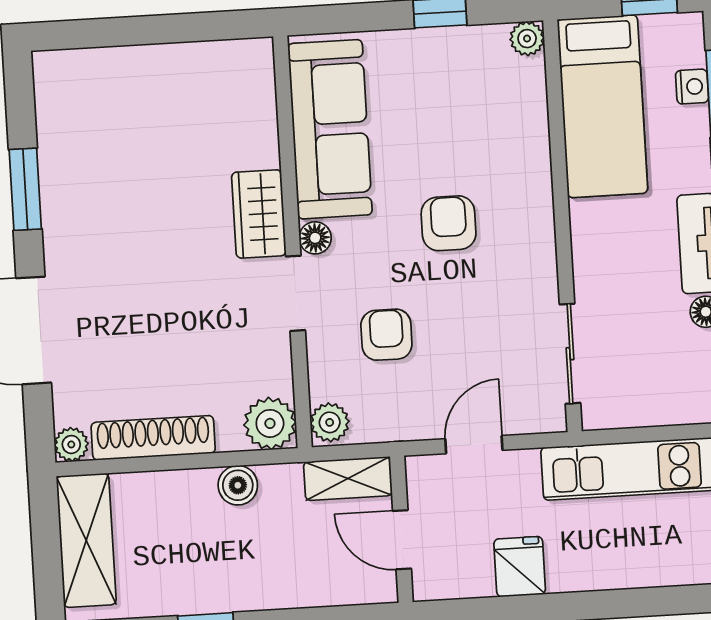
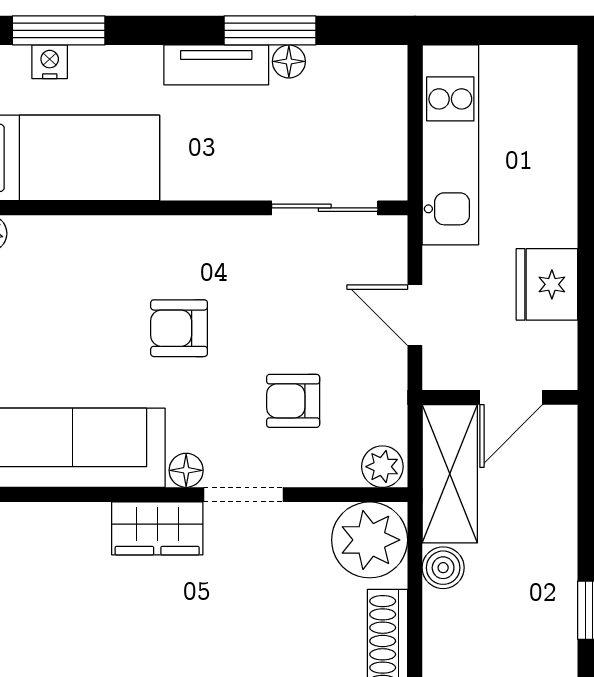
plant: (270, 423) -> (370, 540), width x1.36, depth x1.36
shelving: (348, 479) -> (450, 474), width x1.50, depth x1.33
fridge: (520, 567) -> (547, 284), width x1.38

